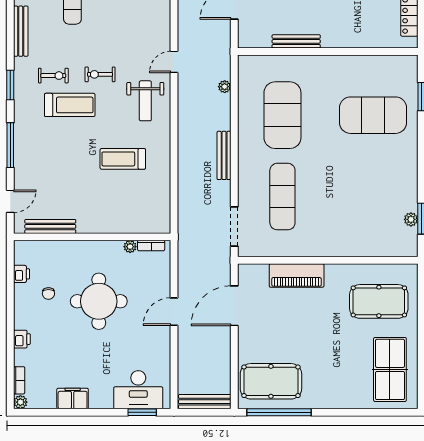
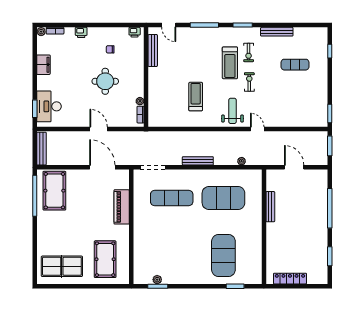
weight bench: (145, 101) -> (233, 111), turned 90
printer: (22, 274) -> (135, 32), moved
round table: (99, 301) -> (105, 81), width x0.73, depth x0.73

